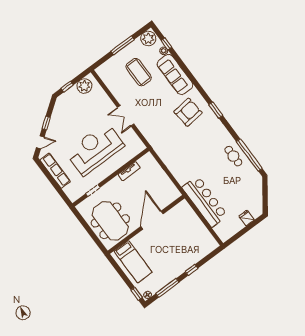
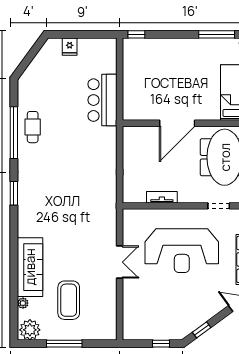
window: (166, 44) -> (14, 309), removed
plant: (84, 86) -> (141, 330), removed
armchair: (188, 112) -> (47, 214), removed
window: (46, 123) -> (202, 330), moved
window: (249, 155) -> (14, 133), moved
bar counter: (205, 201) -> (102, 100), width x0.73
window: (192, 270) -> (136, 34), moved

